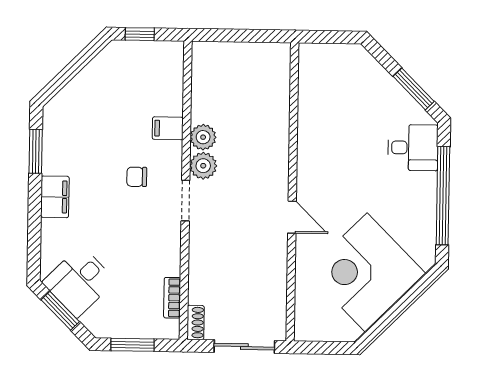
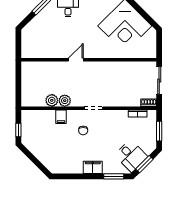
window: (36, 151) -> (114, 176), moved
plant: (203, 166) -> (52, 100), moved
door: (292, 217) -> (76, 60), moved

